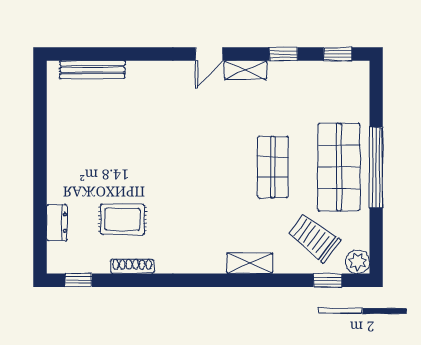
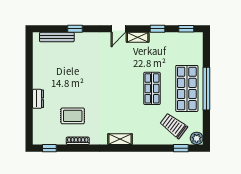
window: (127, 54) -> (75, 29), added
dresser: (57, 223) -> (38, 99), moved
shelving: (250, 263) -> (120, 139), moved

